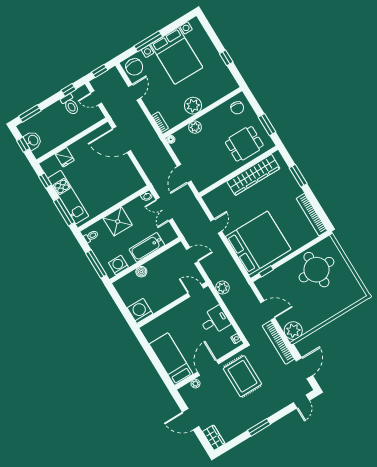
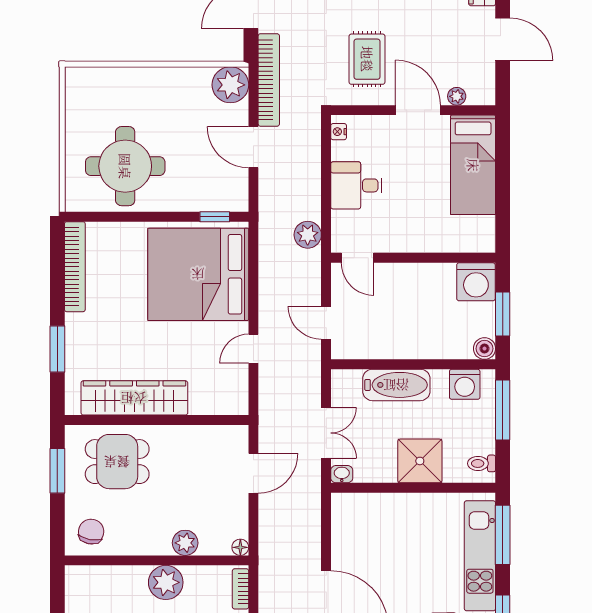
boiler: (141, 272) -> (484, 349), moved
window: (120, 304) -> (503, 314), added
door: (208, 368) -> (418, 110), swing flipped
rug: (243, 376) -> (367, 59), width x0.73, depth x0.70

